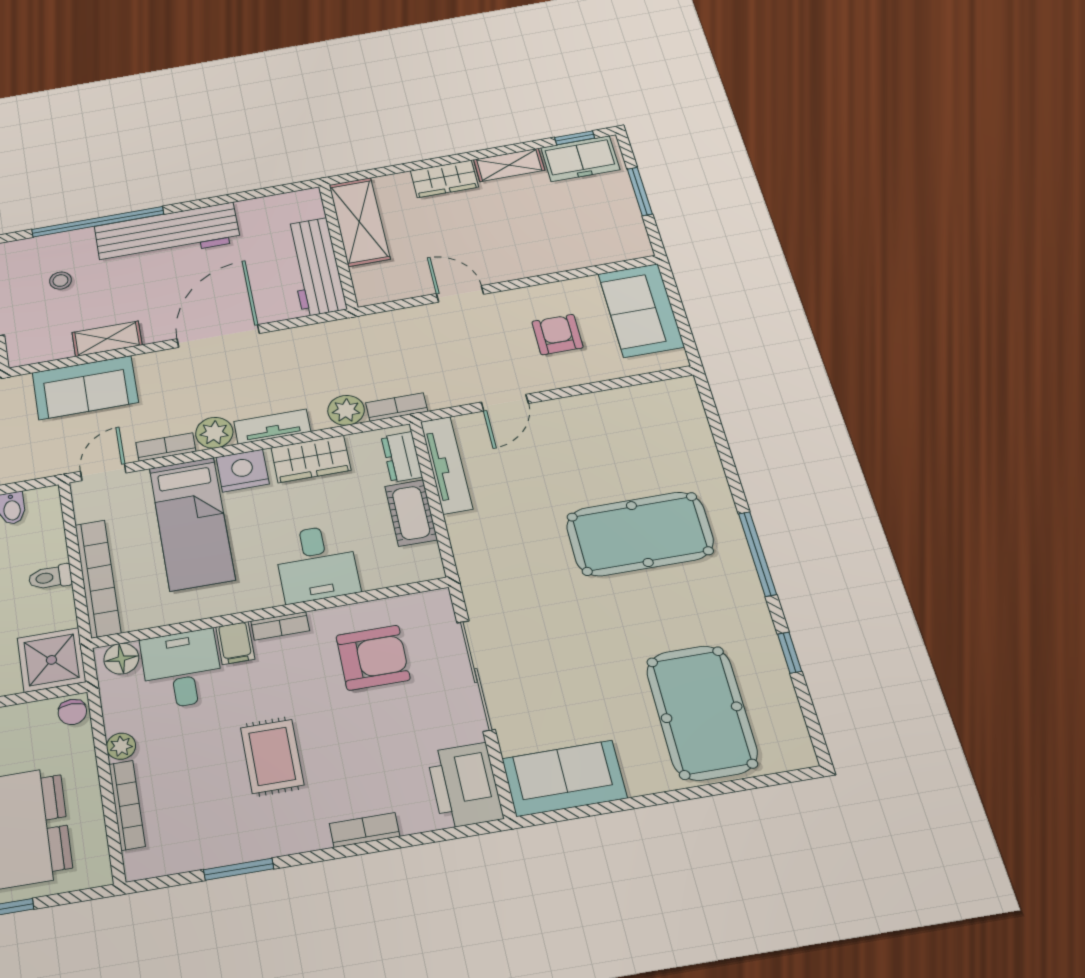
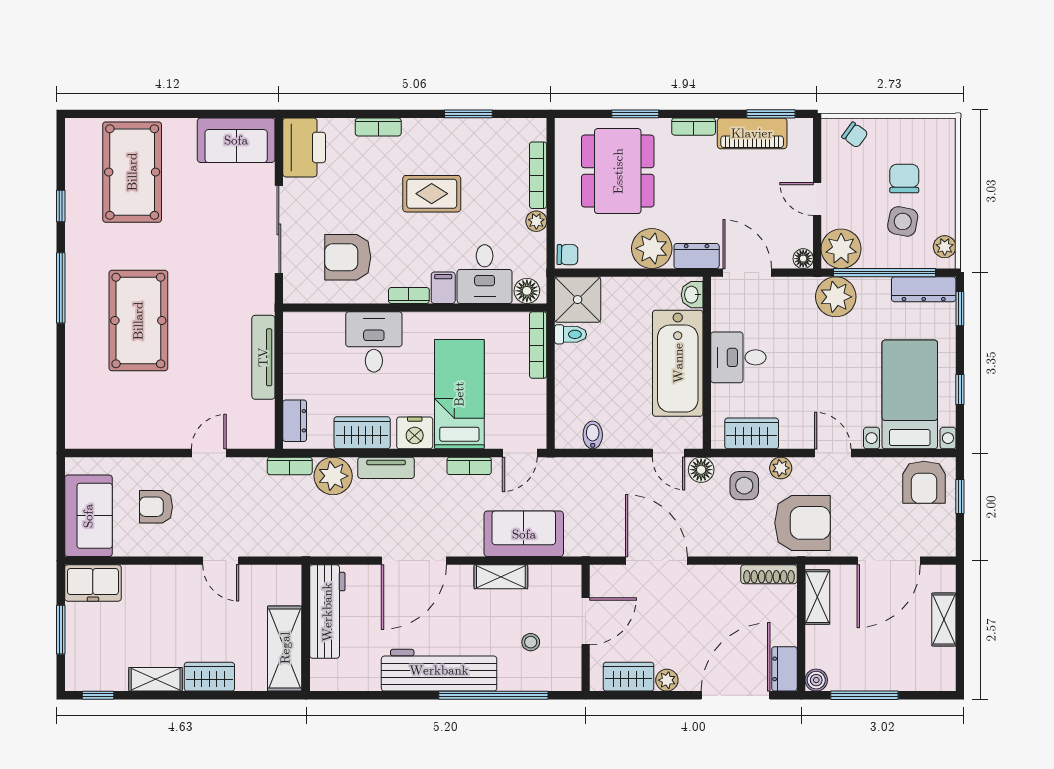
freezer: (580, 159) -> (93, 583), moved, turned 180
armchair: (557, 335) -> (156, 507), turned 90
plant: (346, 410) -> (333, 476), width x1.36, depth x1.36
plant: (214, 433) -> (431, 471), removed
tv unit: (446, 465) -> (263, 357), moved
cot: (411, 513) -> (297, 371), removed
pool table: (640, 534) -> (138, 321), turned 90
toilet: (50, 577) -> (571, 334), moved
bookcase: (98, 578) -> (538, 345), width x0.68, depth x0.76
chair: (72, 712) -> (567, 255), turned 91
rug: (272, 756) -> (432, 194), turned 90

